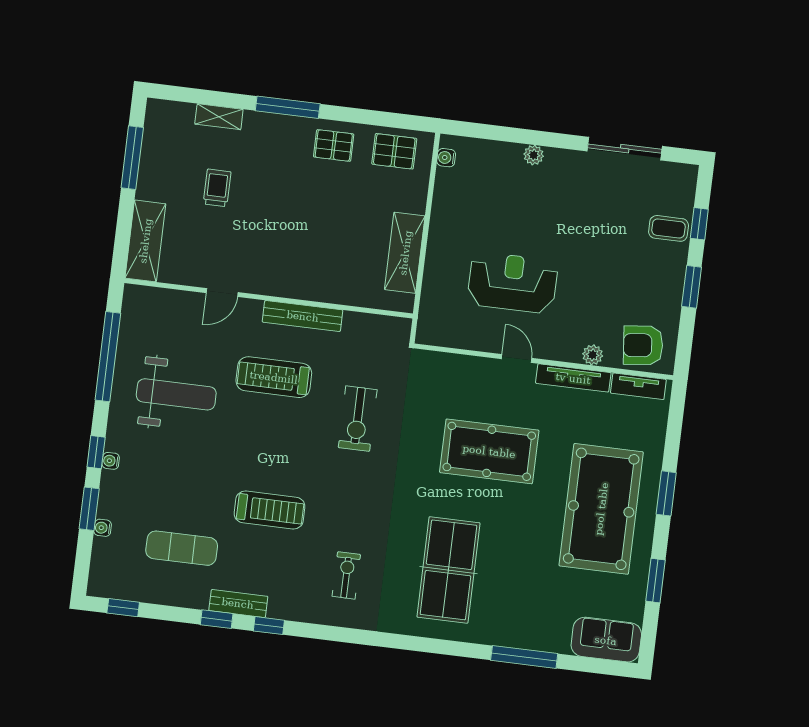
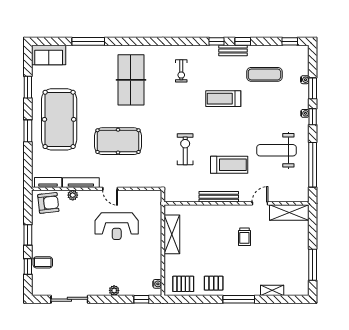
window: (481, 131) -> (141, 299), added
trolley: (217, 188) -> (244, 237), moved
shelving: (145, 241) -> (289, 213), moved, turned 90

